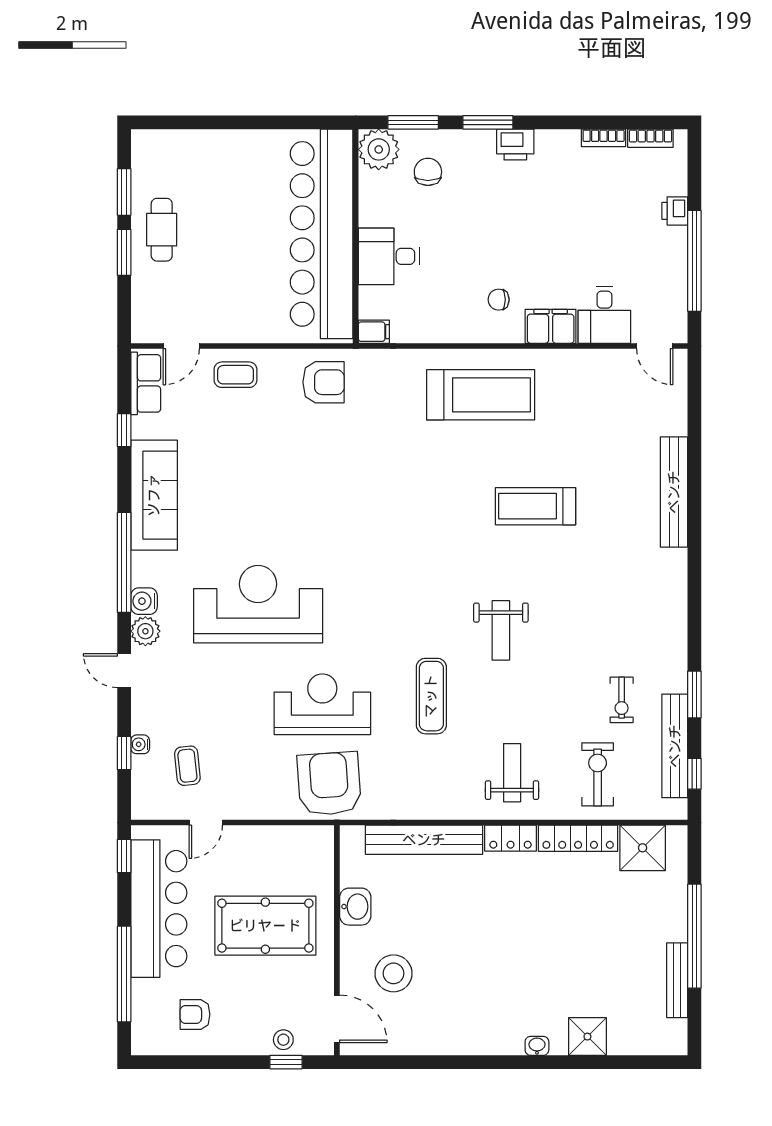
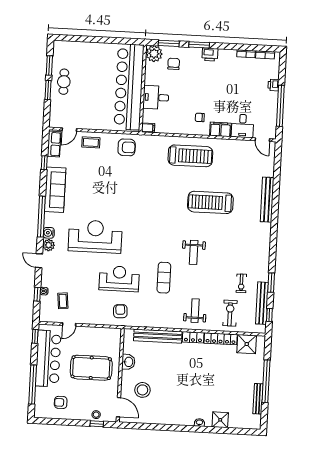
treadmill: (536, 506) -> (210, 202), width x1.37, depth x1.38
armchair: (329, 784) -> (120, 311), width x0.53, depth x0.53

